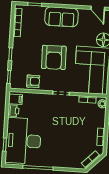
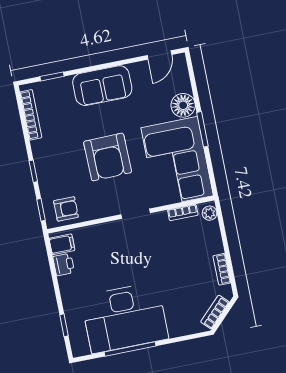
door: (98, 8) -> (159, 55), hinge flipped
armchair: (33, 81) -> (66, 209), moved
desk: (23, 141) -> (125, 318), moved, turned -90

